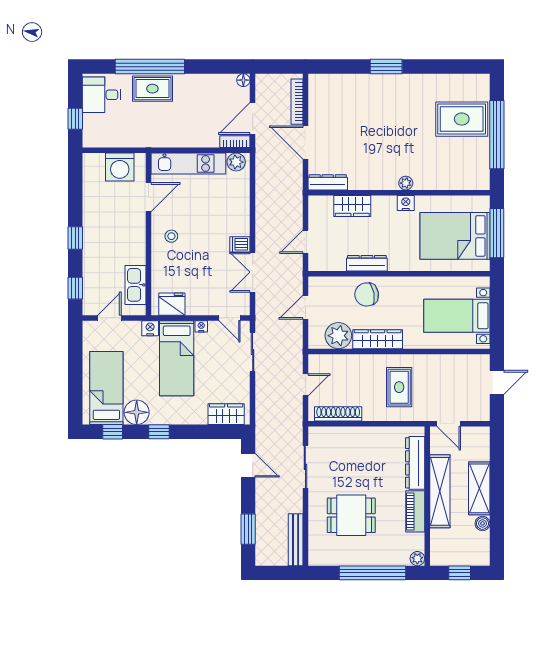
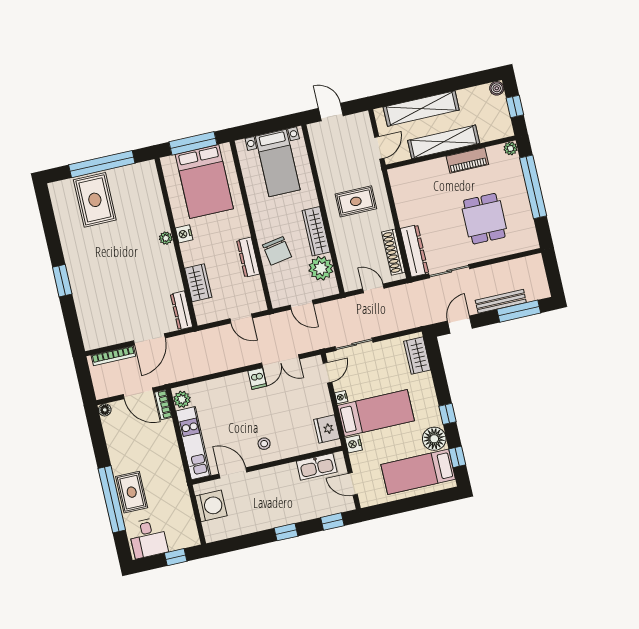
dresser: (415, 463) -> (414, 251), moved, turned -90
shelving: (479, 488) -> (421, 109), width x1.47
boiler: (482, 523) -> (497, 88), moved
window: (248, 529) -> (519, 311), width x1.44
bench: (296, 540) -> (501, 301), moved

